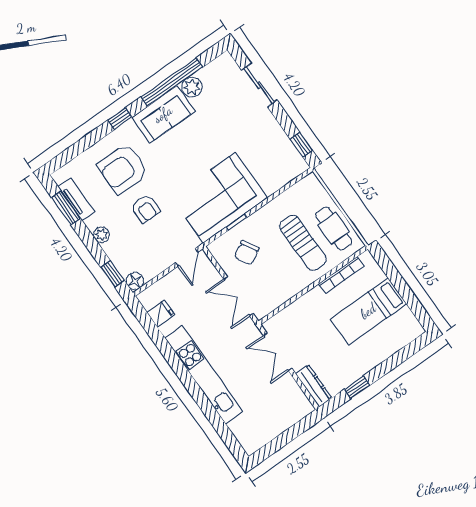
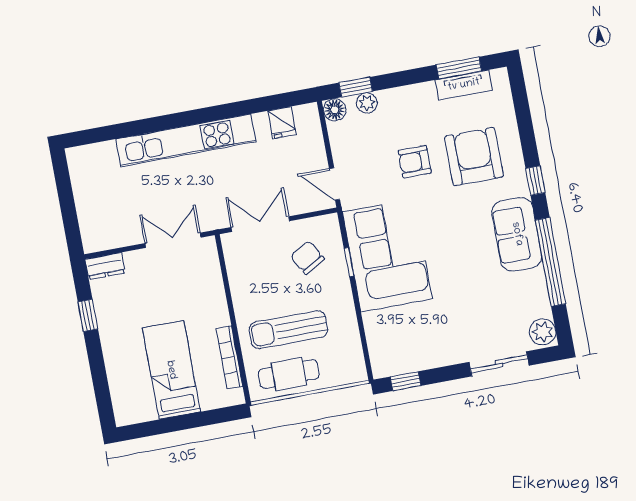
plant: (192, 87) -> (543, 332), moved
plant: (101, 235) -> (367, 103), moved
dresser: (314, 386) -> (105, 266), width x0.70

